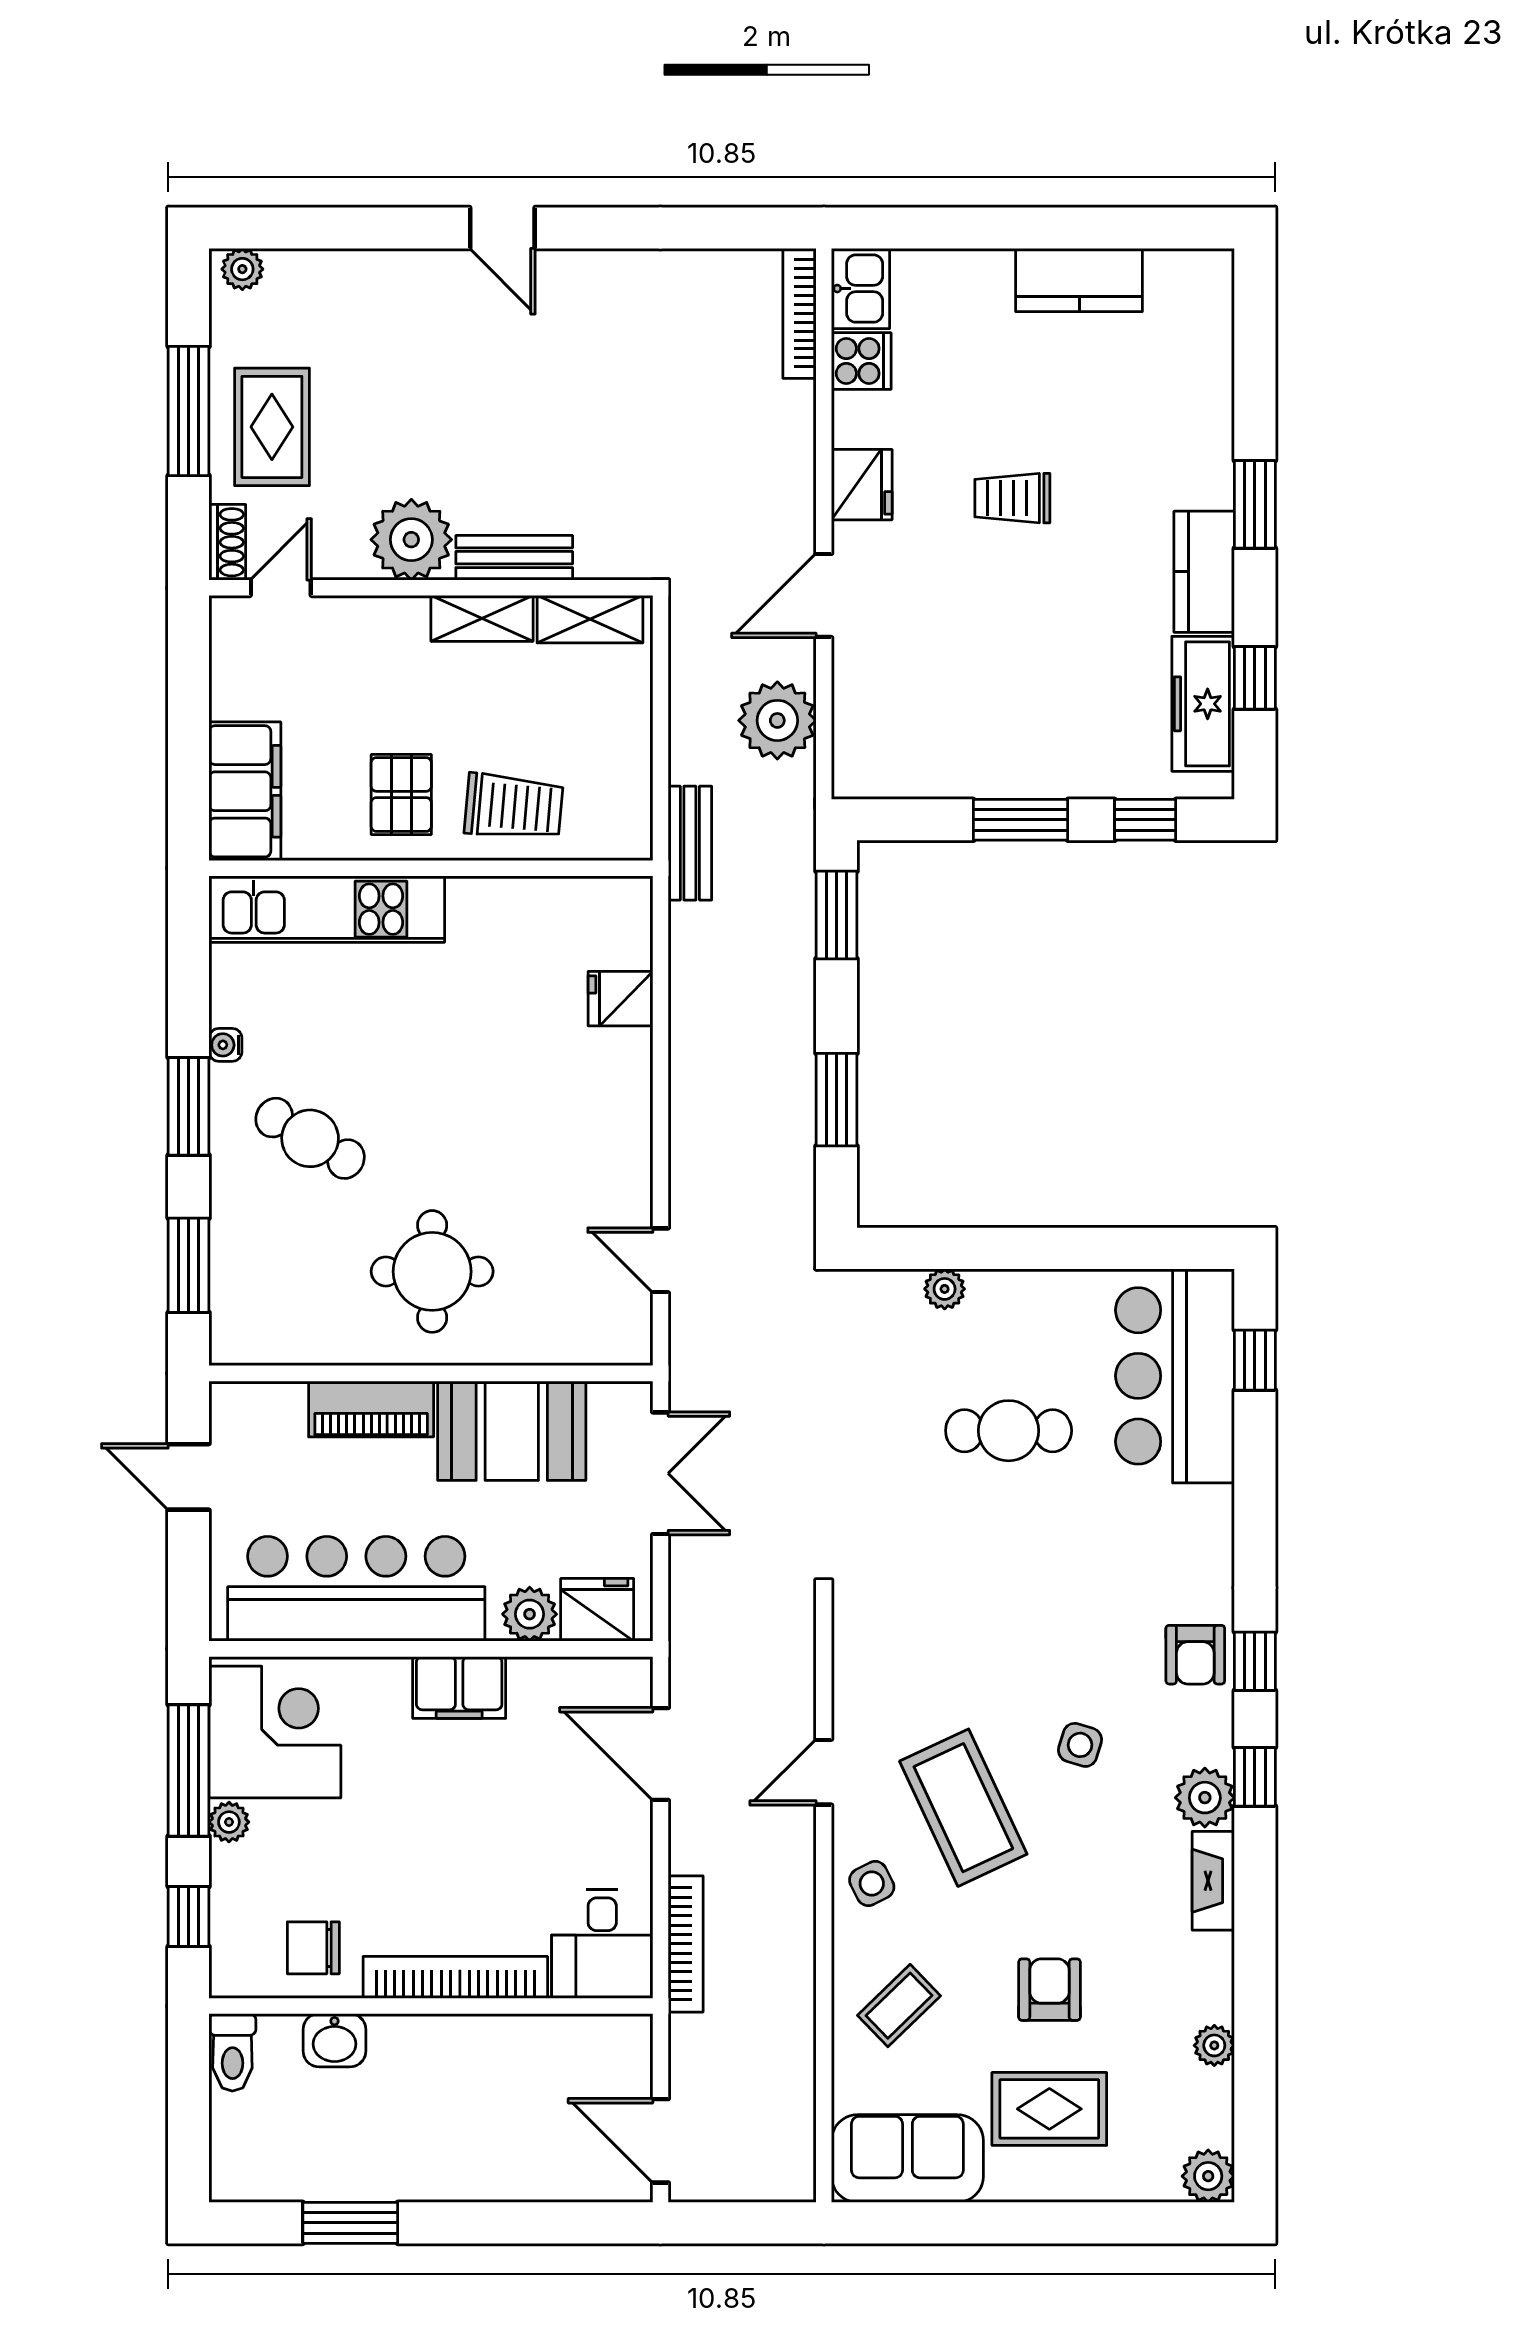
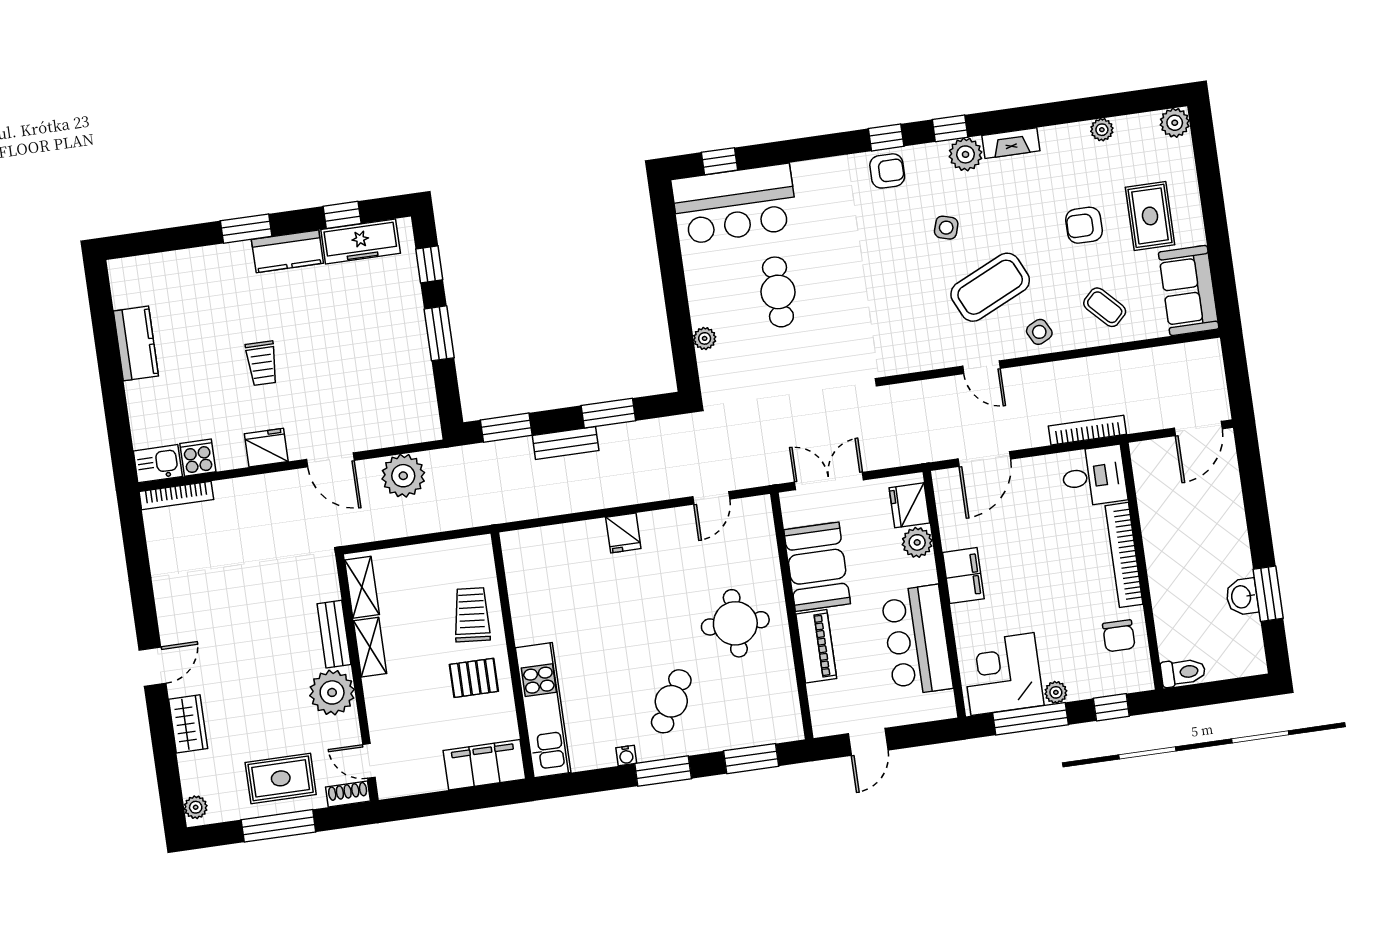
wardrobe: (392, 277) -> (188, 724), added
bench: (690, 843) -> (566, 443), moved
fridge: (620, 999) -> (623, 533), moved
bar counter: (356, 1589) -> (917, 640), width x0.73
washbasin: (334, 2040) -> (1242, 597), moved, turned 180

